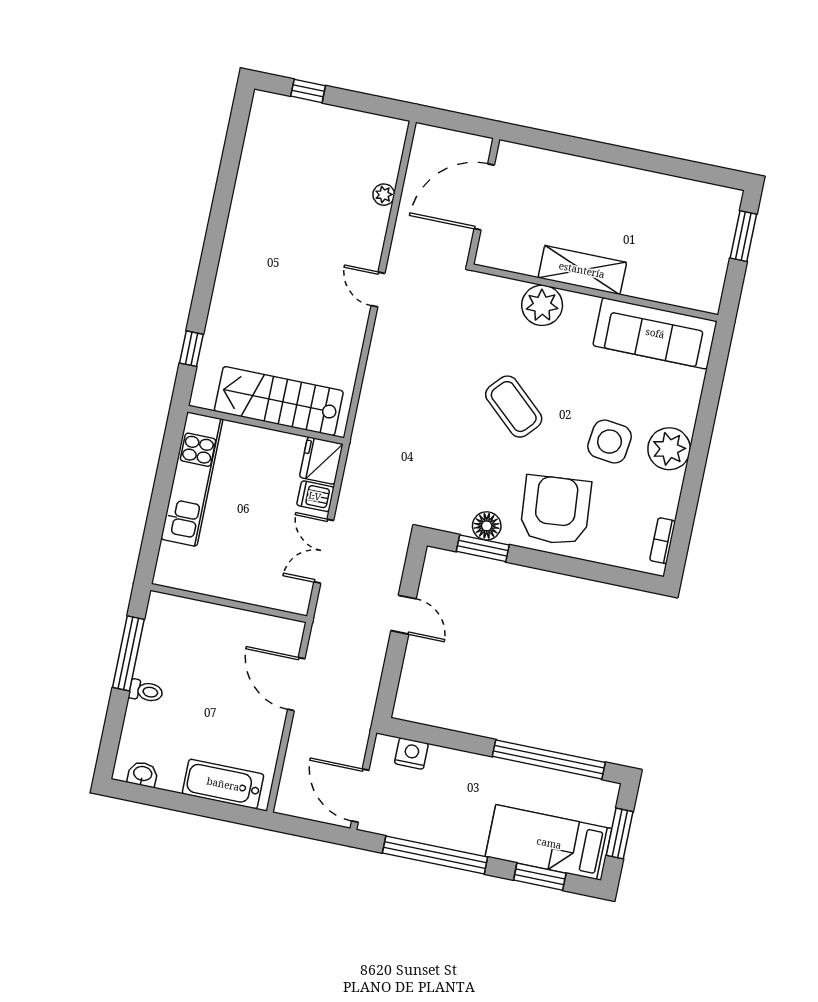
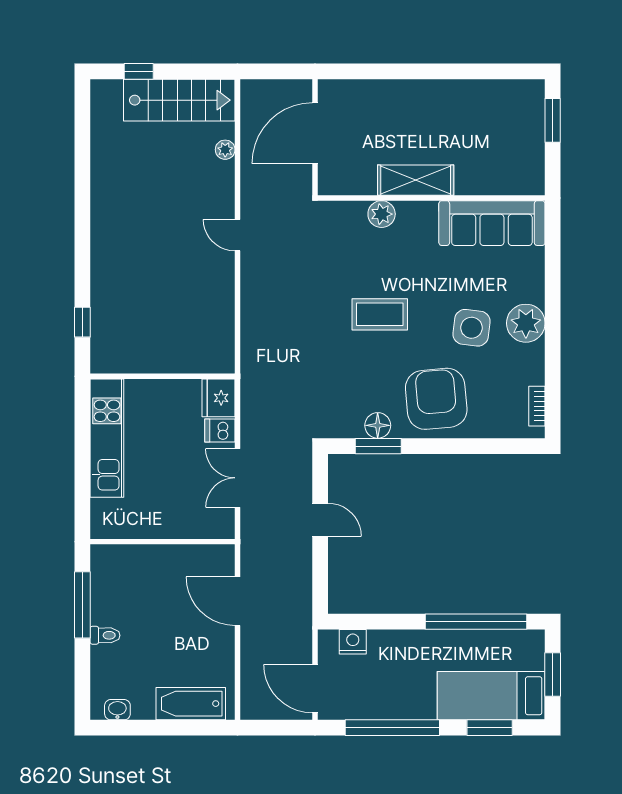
plant: (542, 305) -> (382, 214), width x0.73, depth x0.73
stairs: (279, 401) -> (179, 100), moved, turned 180
coffee table: (514, 407) -> (380, 314), turned -42

